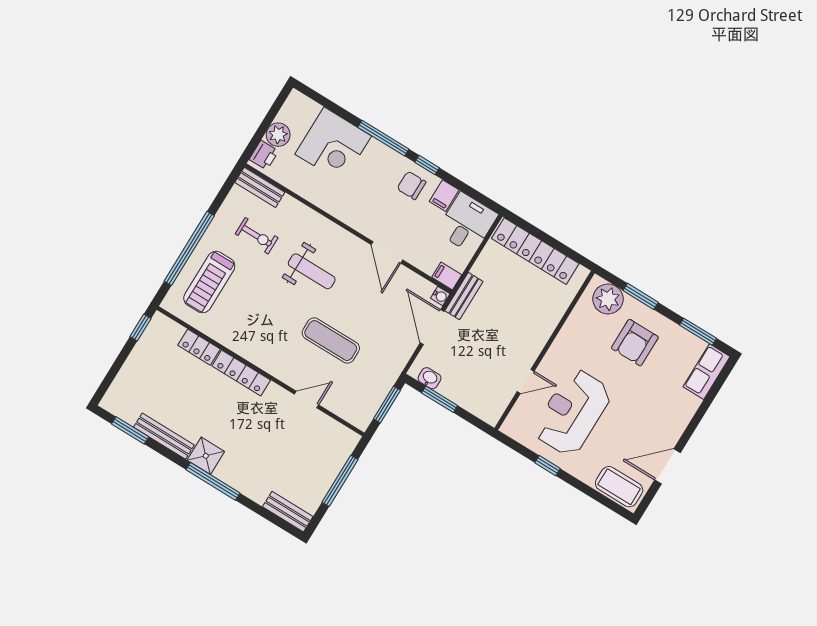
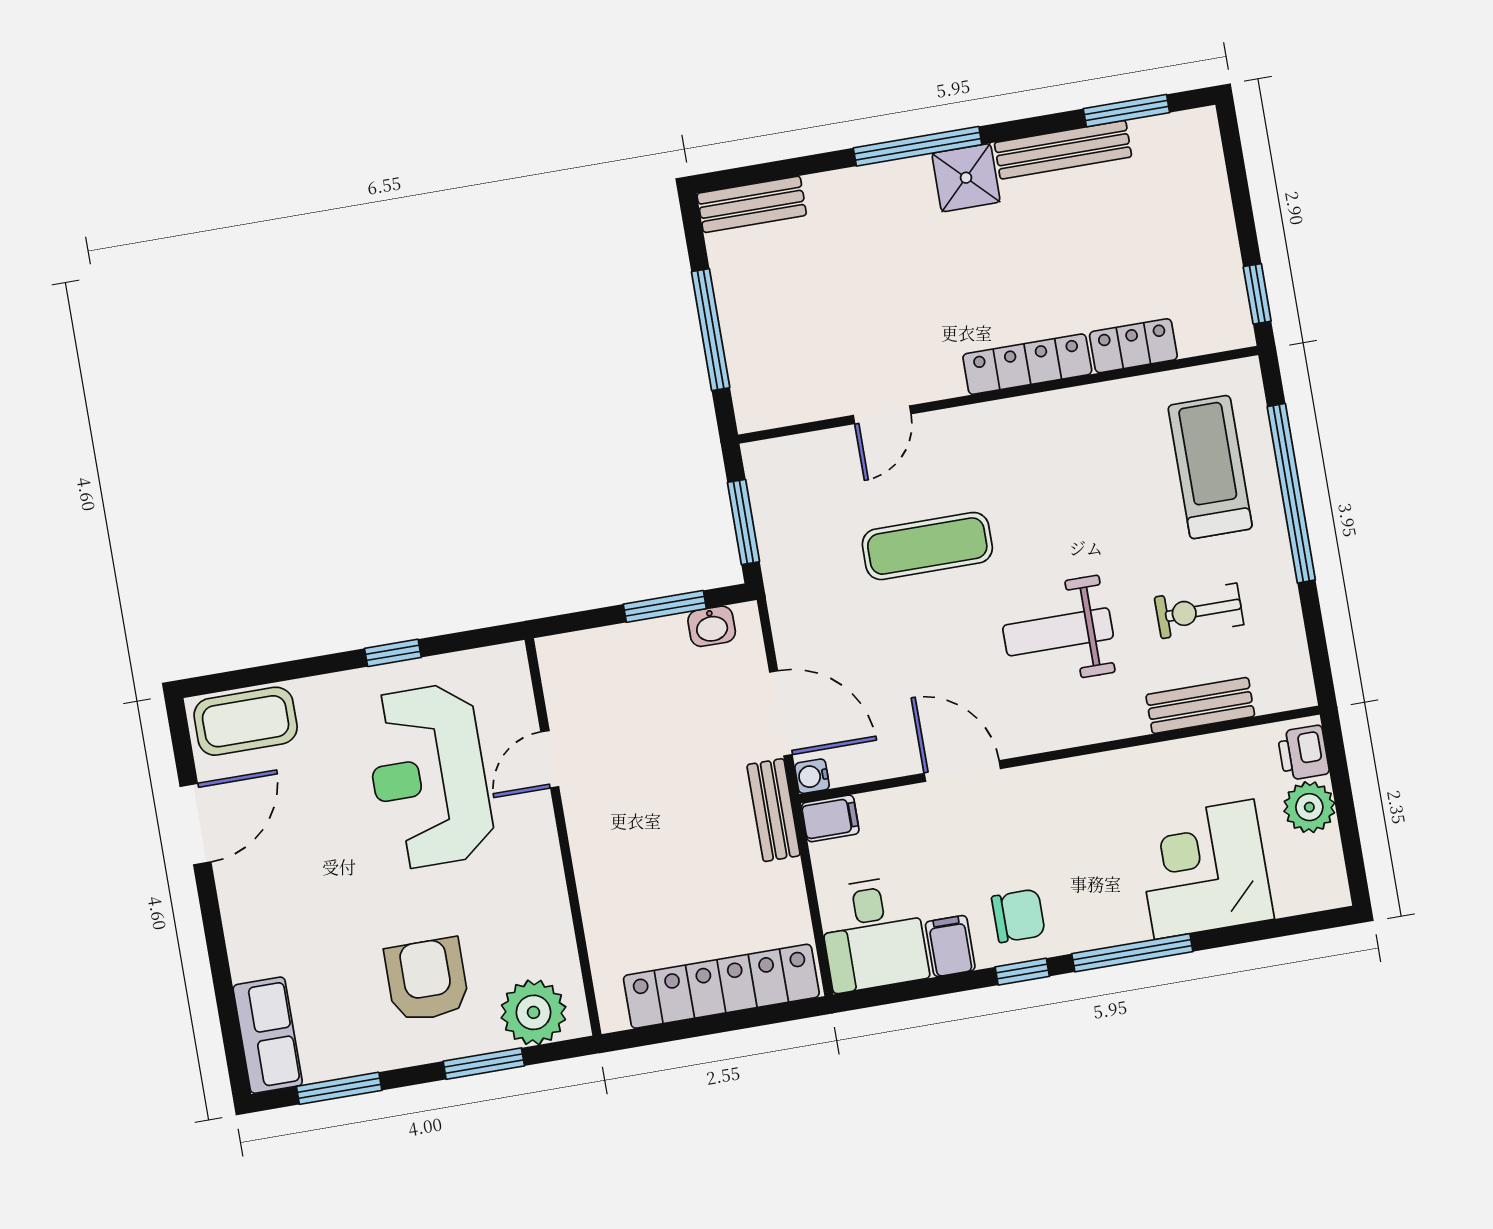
bench: (260, 187) -> (1200, 705), moved
reception desk: (573, 412) -> (429, 776), turned 180

